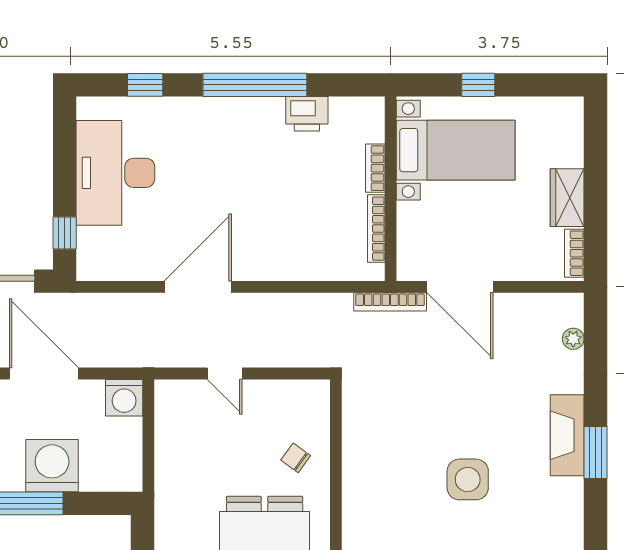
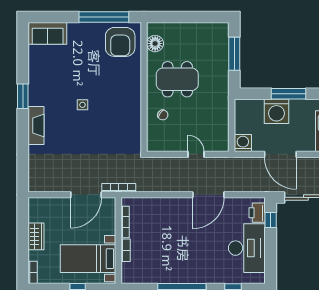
printer: (307, 114) -> (257, 213), moved, turned -90
bookcase: (574, 253) -> (33, 272), moved
door: (460, 287) -> (86, 195), swing flipped
plant: (573, 339) -> (33, 171), removed
window: (596, 452) -> (23, 96), moved
side table: (468, 479) -> (82, 105), width x0.54, depth x0.54

